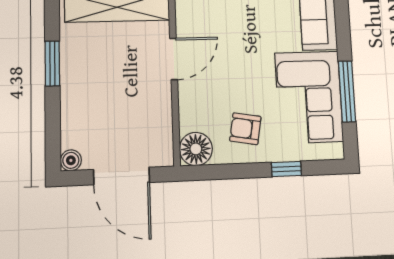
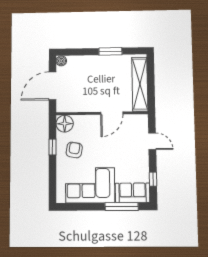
door: (174, 59) -> (112, 113), hinge flipped
window: (347, 91) -> (122, 207), moved
window: (286, 169) -> (53, 147), moved

